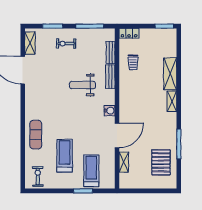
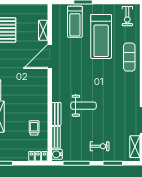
water cooler: (110, 111) -> (57, 154), moved
treadmill: (65, 156) -> (101, 36), width x1.37, depth x1.38

